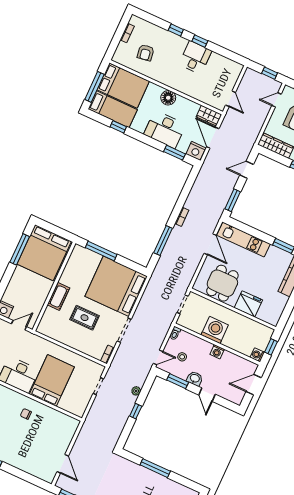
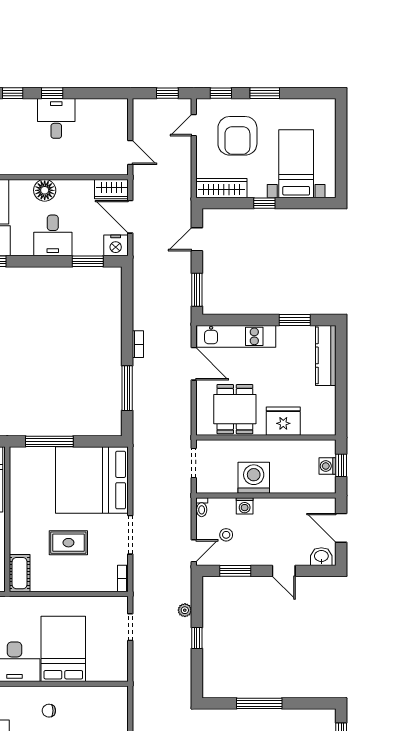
desk: (165, 129) -> (53, 235), width x0.73
cot: (58, 296) -> (20, 573), moved
washing machine: (217, 352) -> (245, 506), moved
washing machine: (257, 355) -> (327, 466), moved
washbasin: (195, 379) -> (321, 557), moved
door: (254, 385) -> (341, 528), hinge flipped

